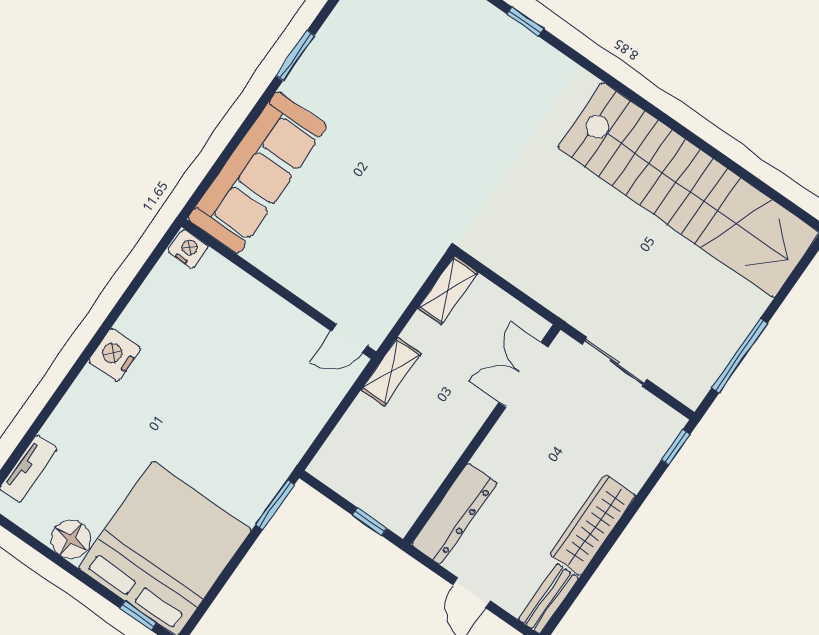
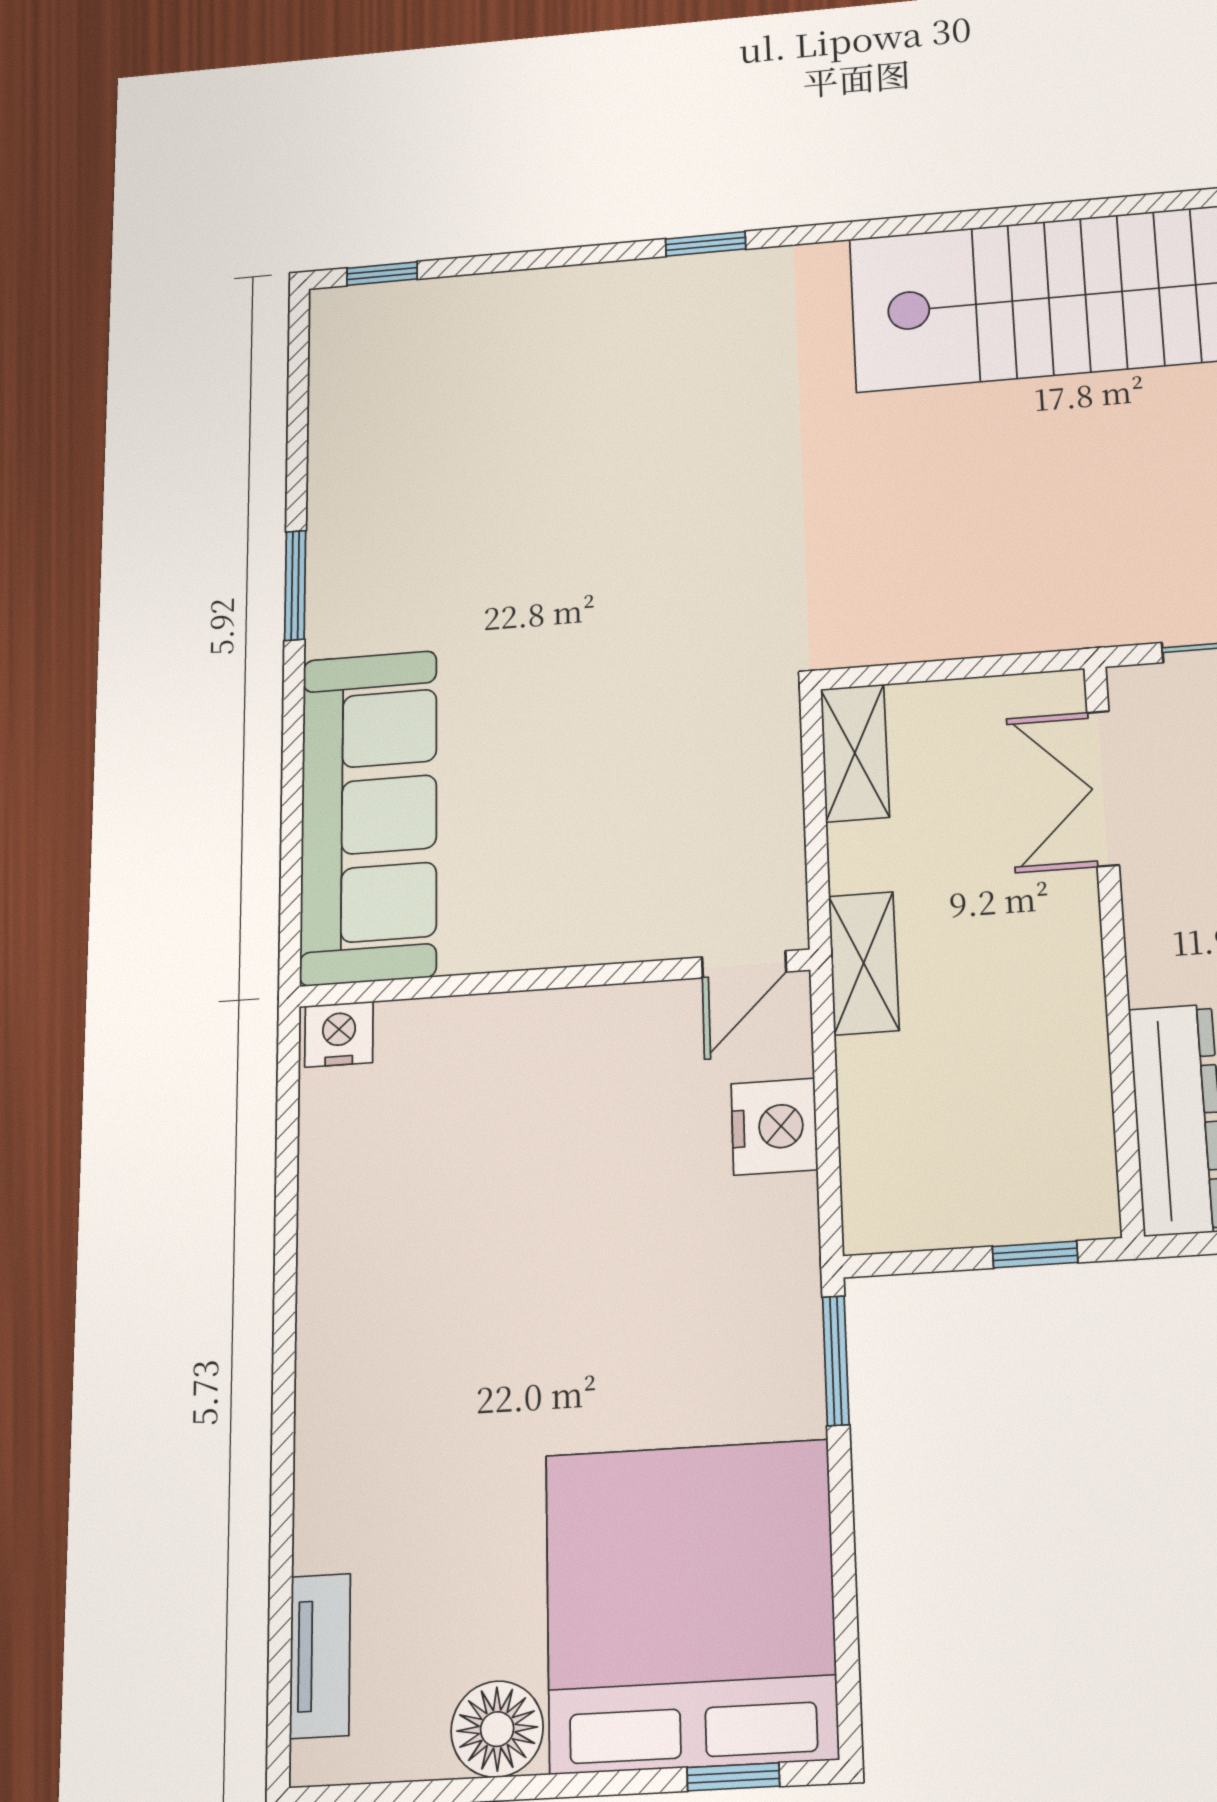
window: (525, 21) -> (706, 244), moved
nightstand: (115, 355) -> (774, 1127), moved, turned 180

